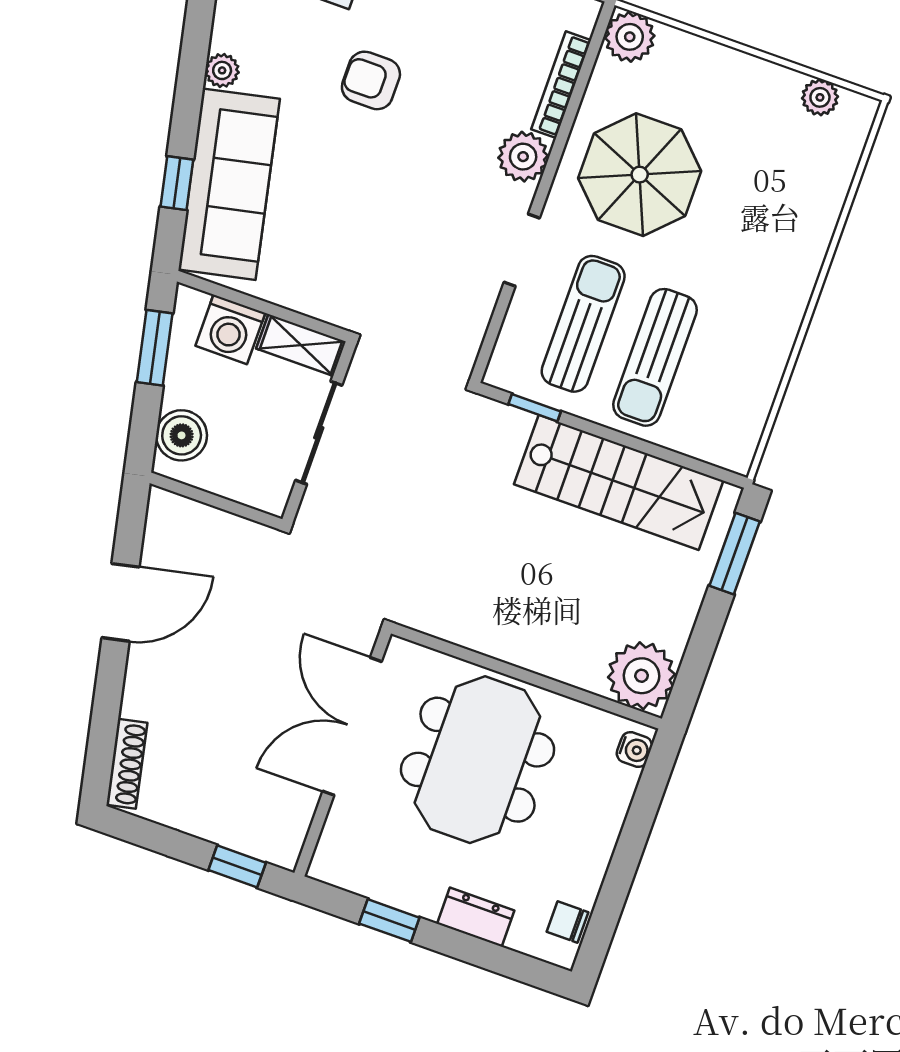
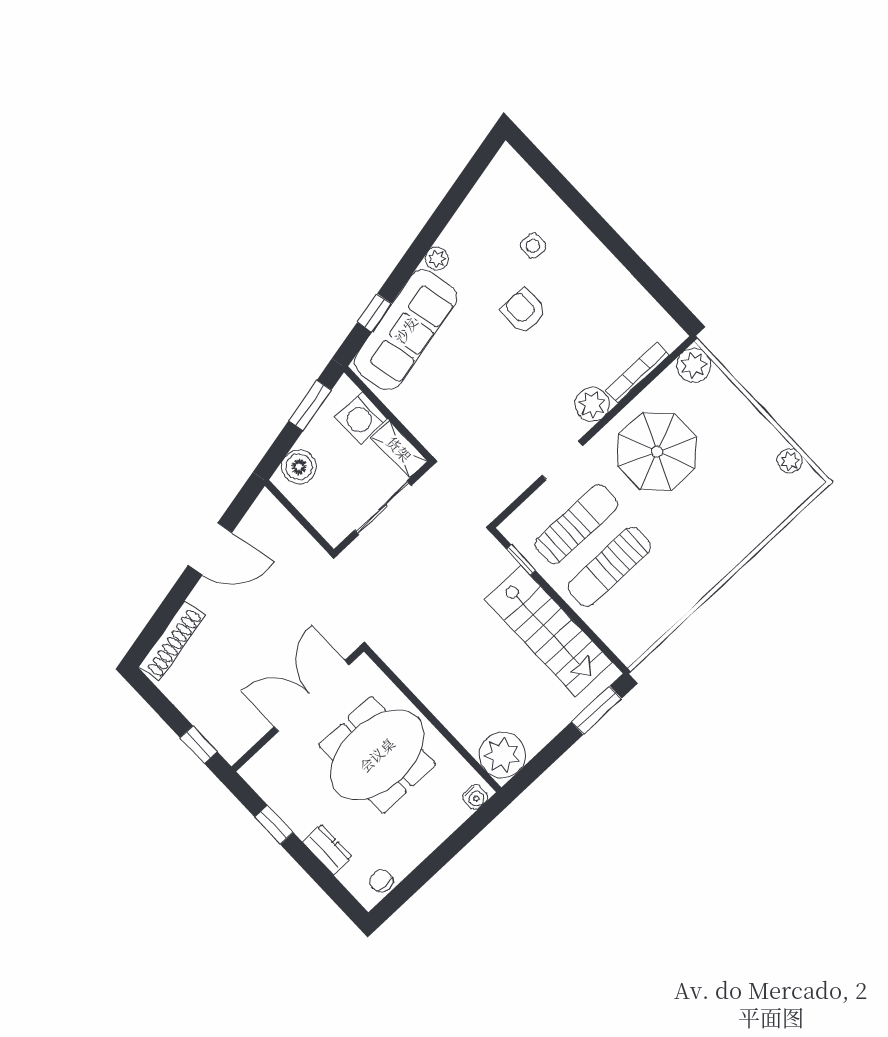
shoe rack: (127, 764) -> (172, 641), width x1.36, depth x1.24

